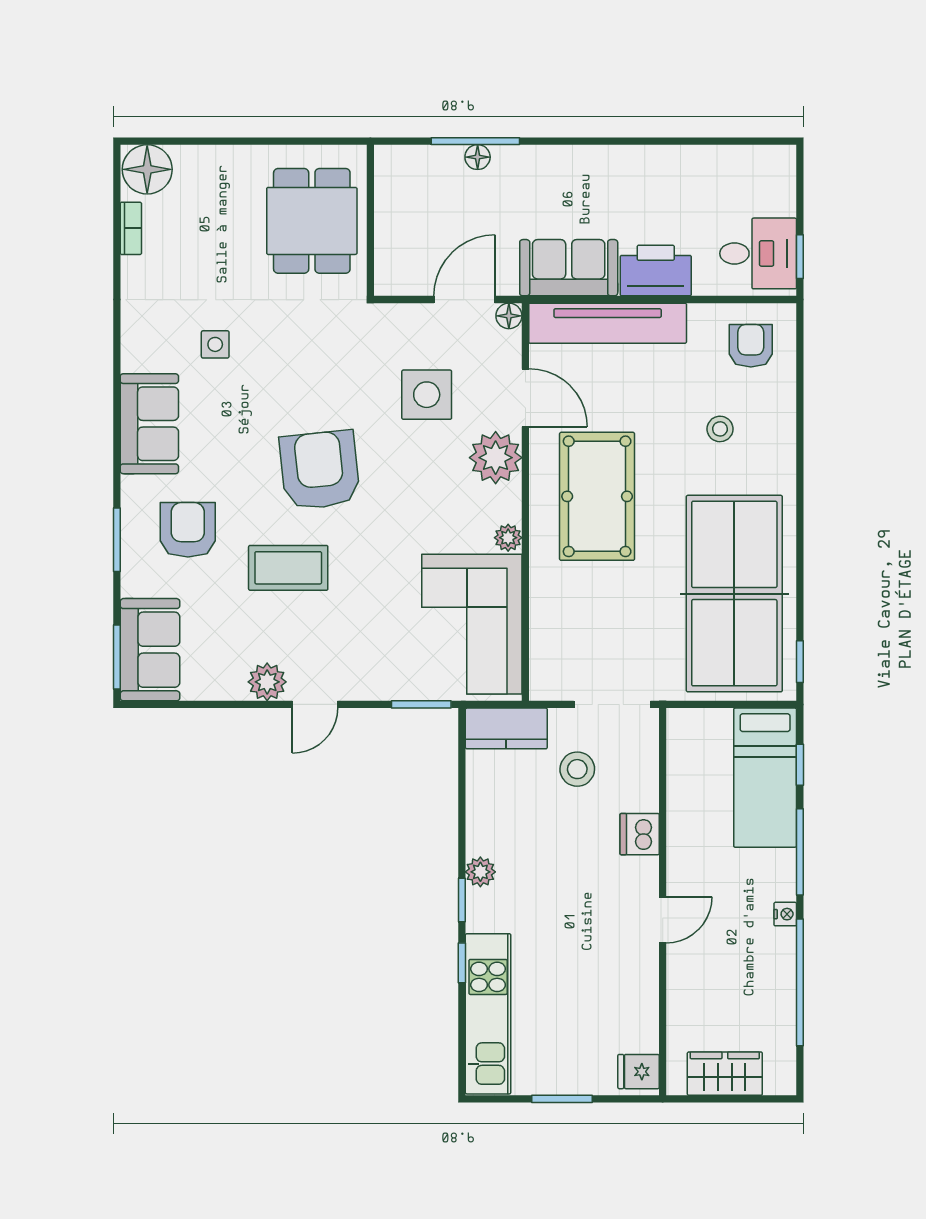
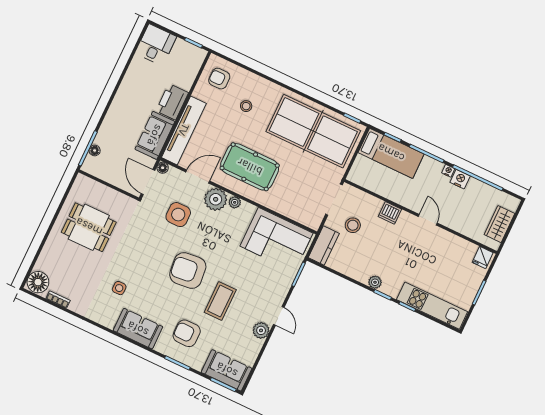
wall: (370, 220) -> (109, 185), moved
desk: (758, 253) -> (156, 45), moved
plant: (508, 538) -> (235, 202), moved
nightstand: (780, 947) -> (460, 179), added

